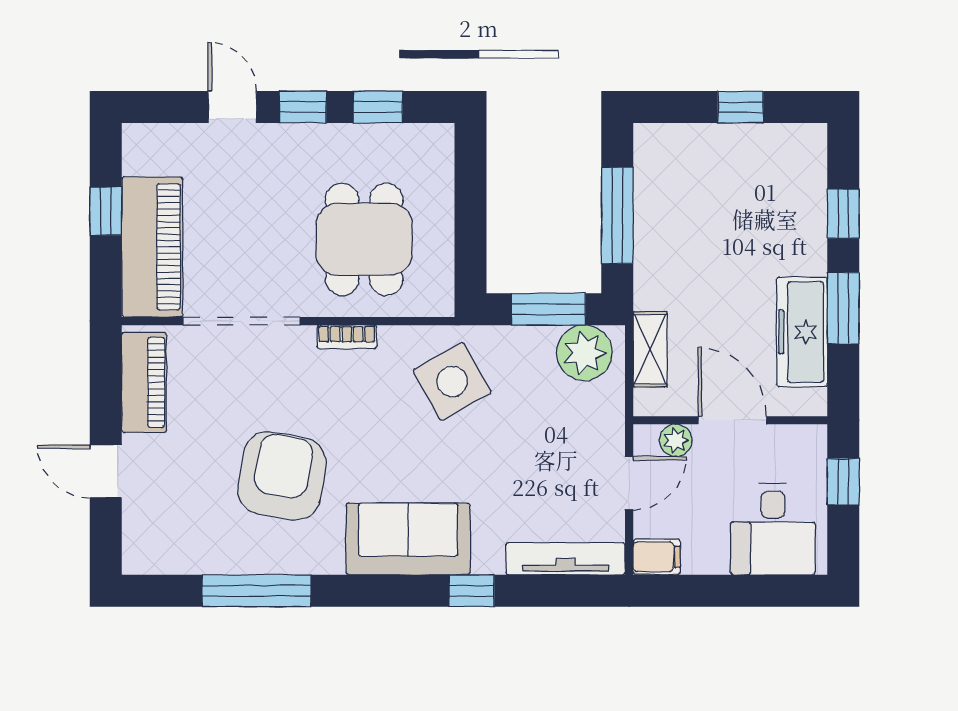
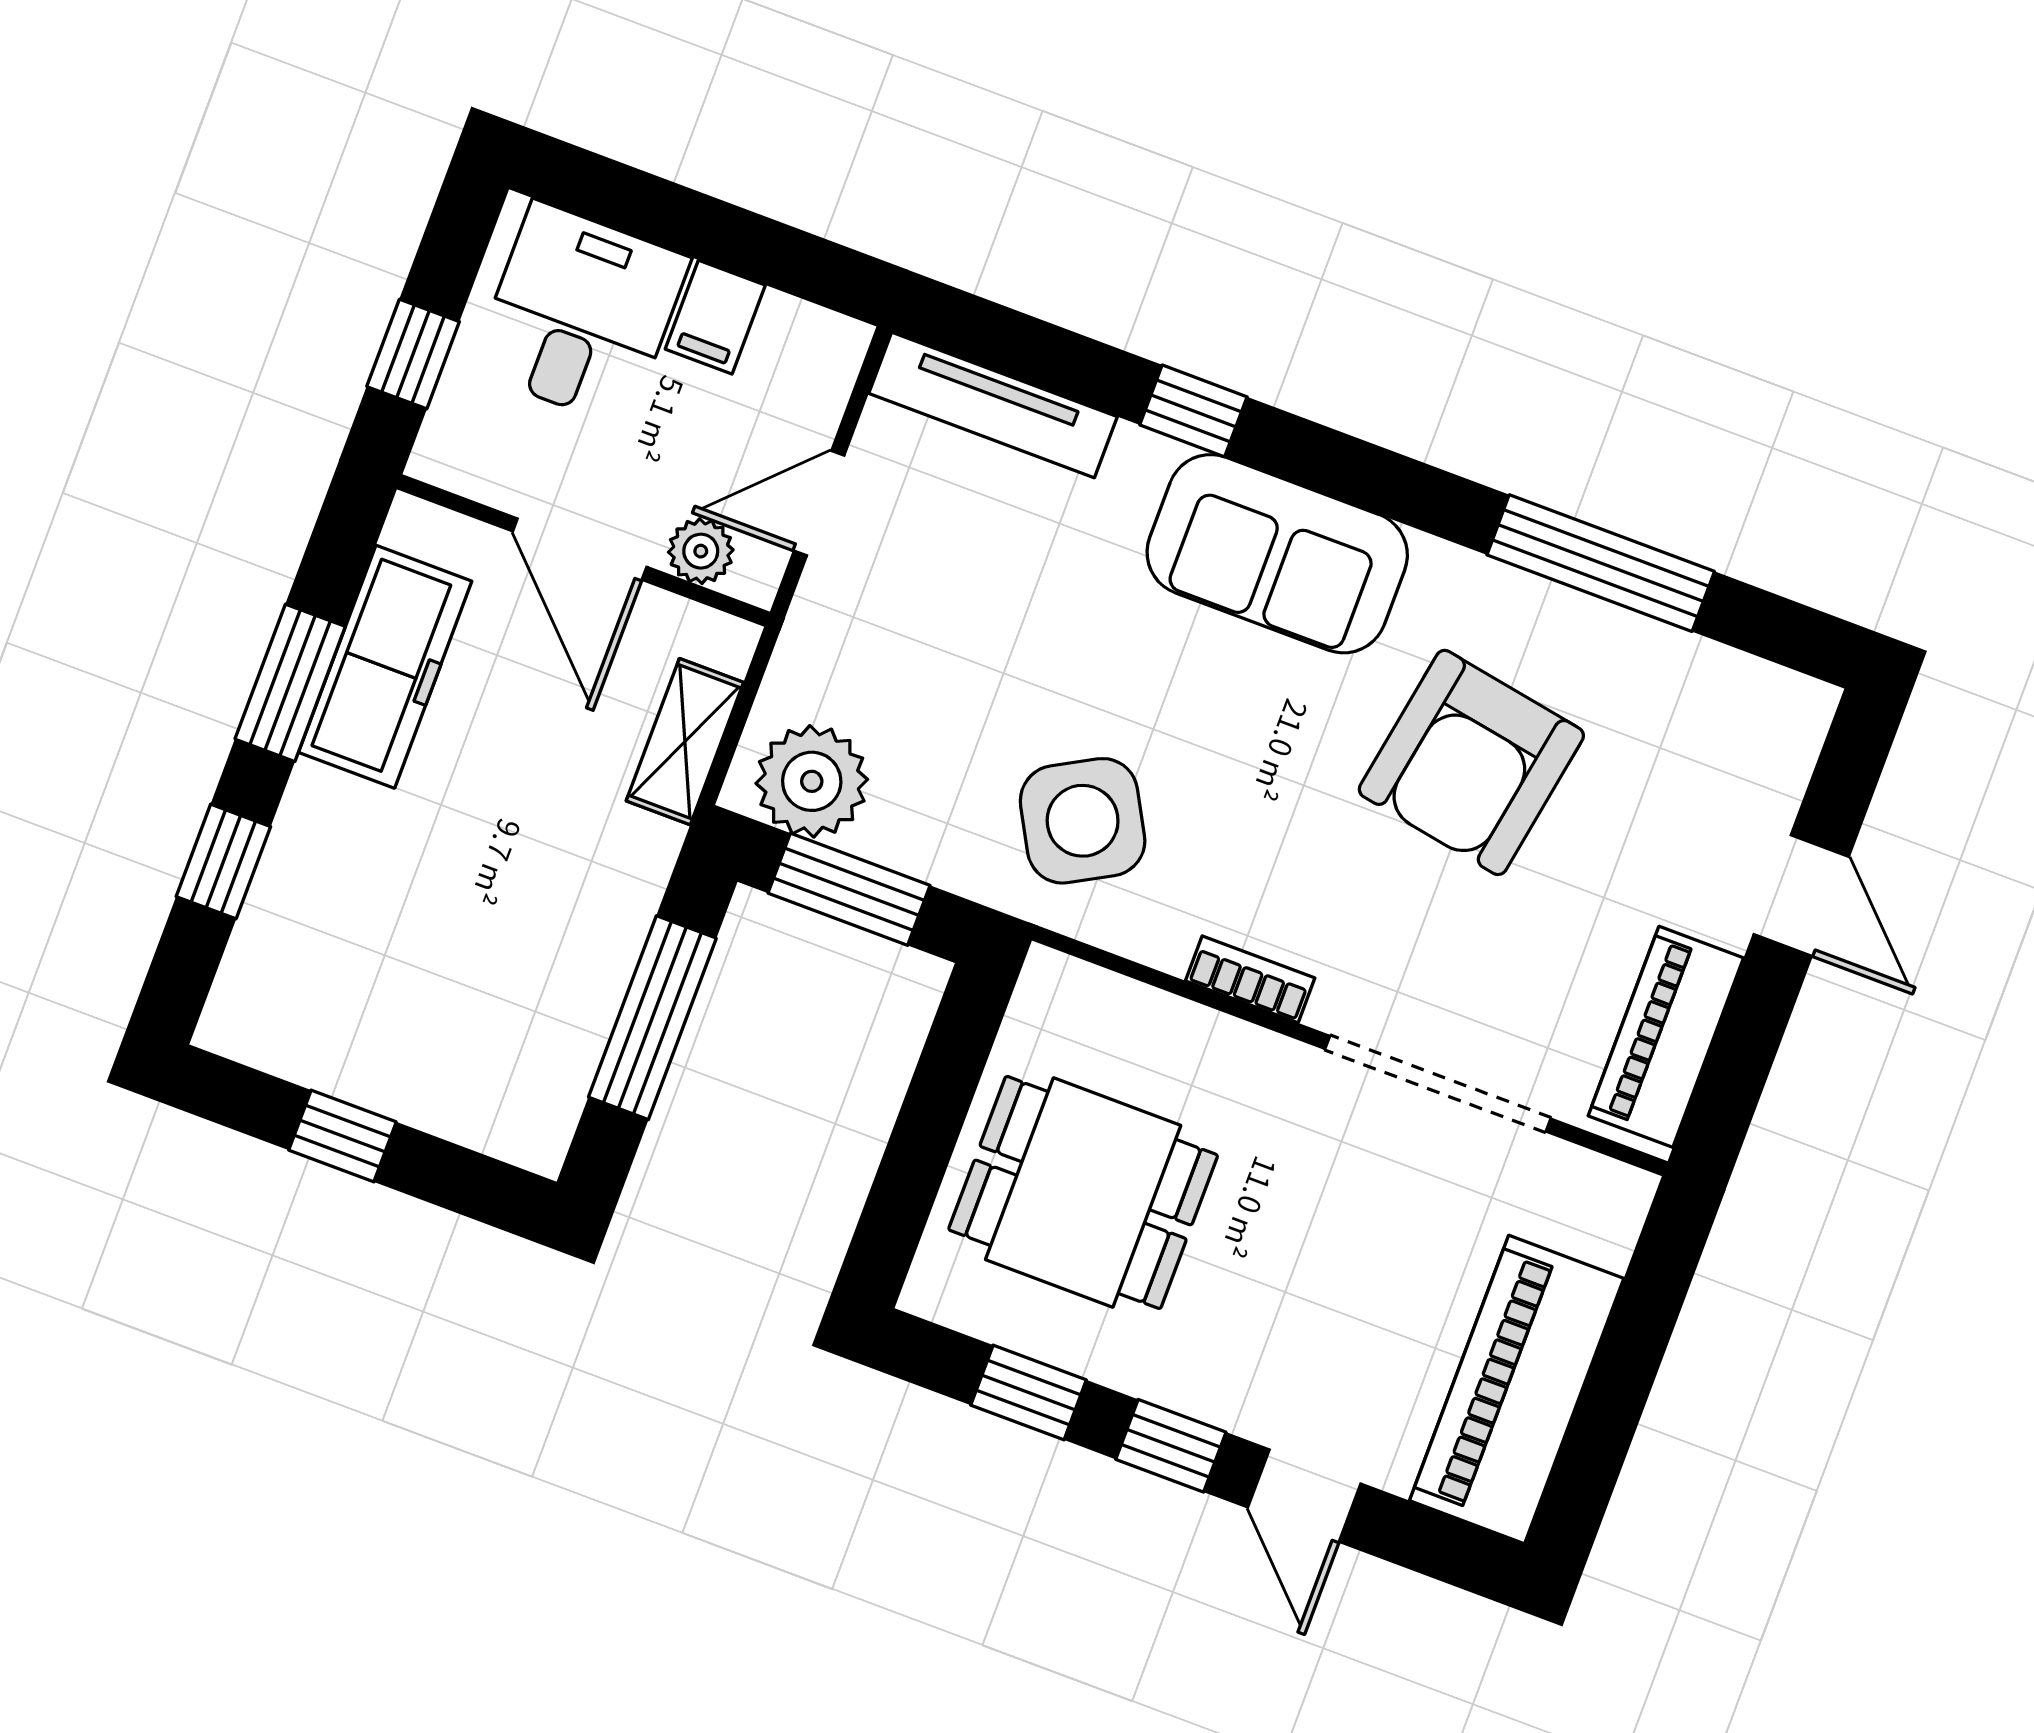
window: (106, 211) -> (1617, 1388), removed
dining table: (364, 239) -> (1083, 1192), moved, turned 90
piano: (152, 247) -> (1517, 1390), moved
filing cabinet: (657, 557) -> (715, 317), moved, turned -90

